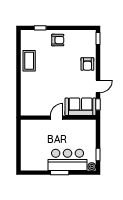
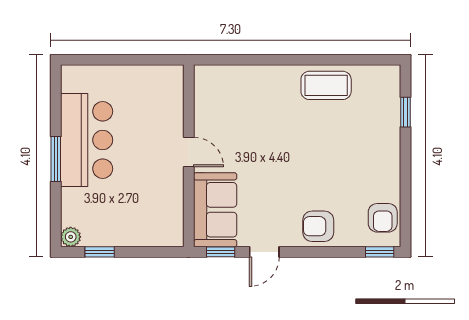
armchair: (58, 40) -> (383, 218), moved
door: (98, 86) -> (264, 252), hinge flipped
bar counter: (68, 160) -> (87, 140), moved

